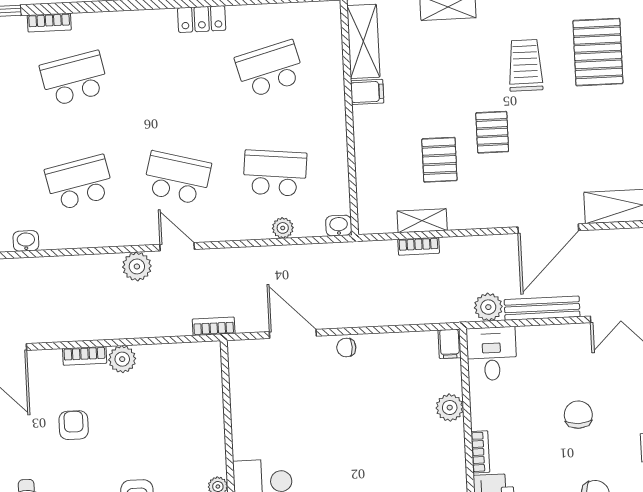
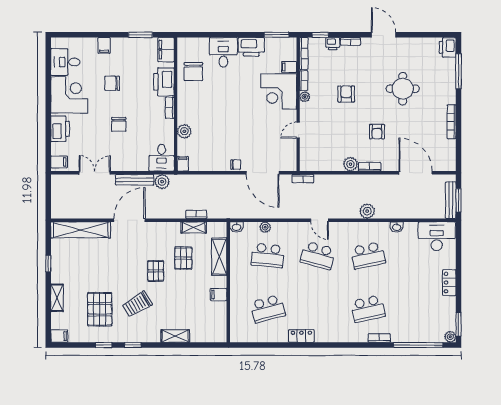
shelving: (363, 41) -> (219, 257), moved
trolley: (525, 65) -> (137, 304), turned 59
plant: (137, 266) -> (367, 211), moved
door: (293, 334) -> (263, 173), width x1.36
door: (228, 420) -> (298, 130), added

